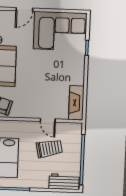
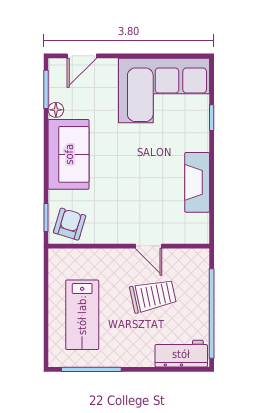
door: (24, 9) -> (82, 56), moved
fireplace: (76, 103) -> (197, 182), moved

